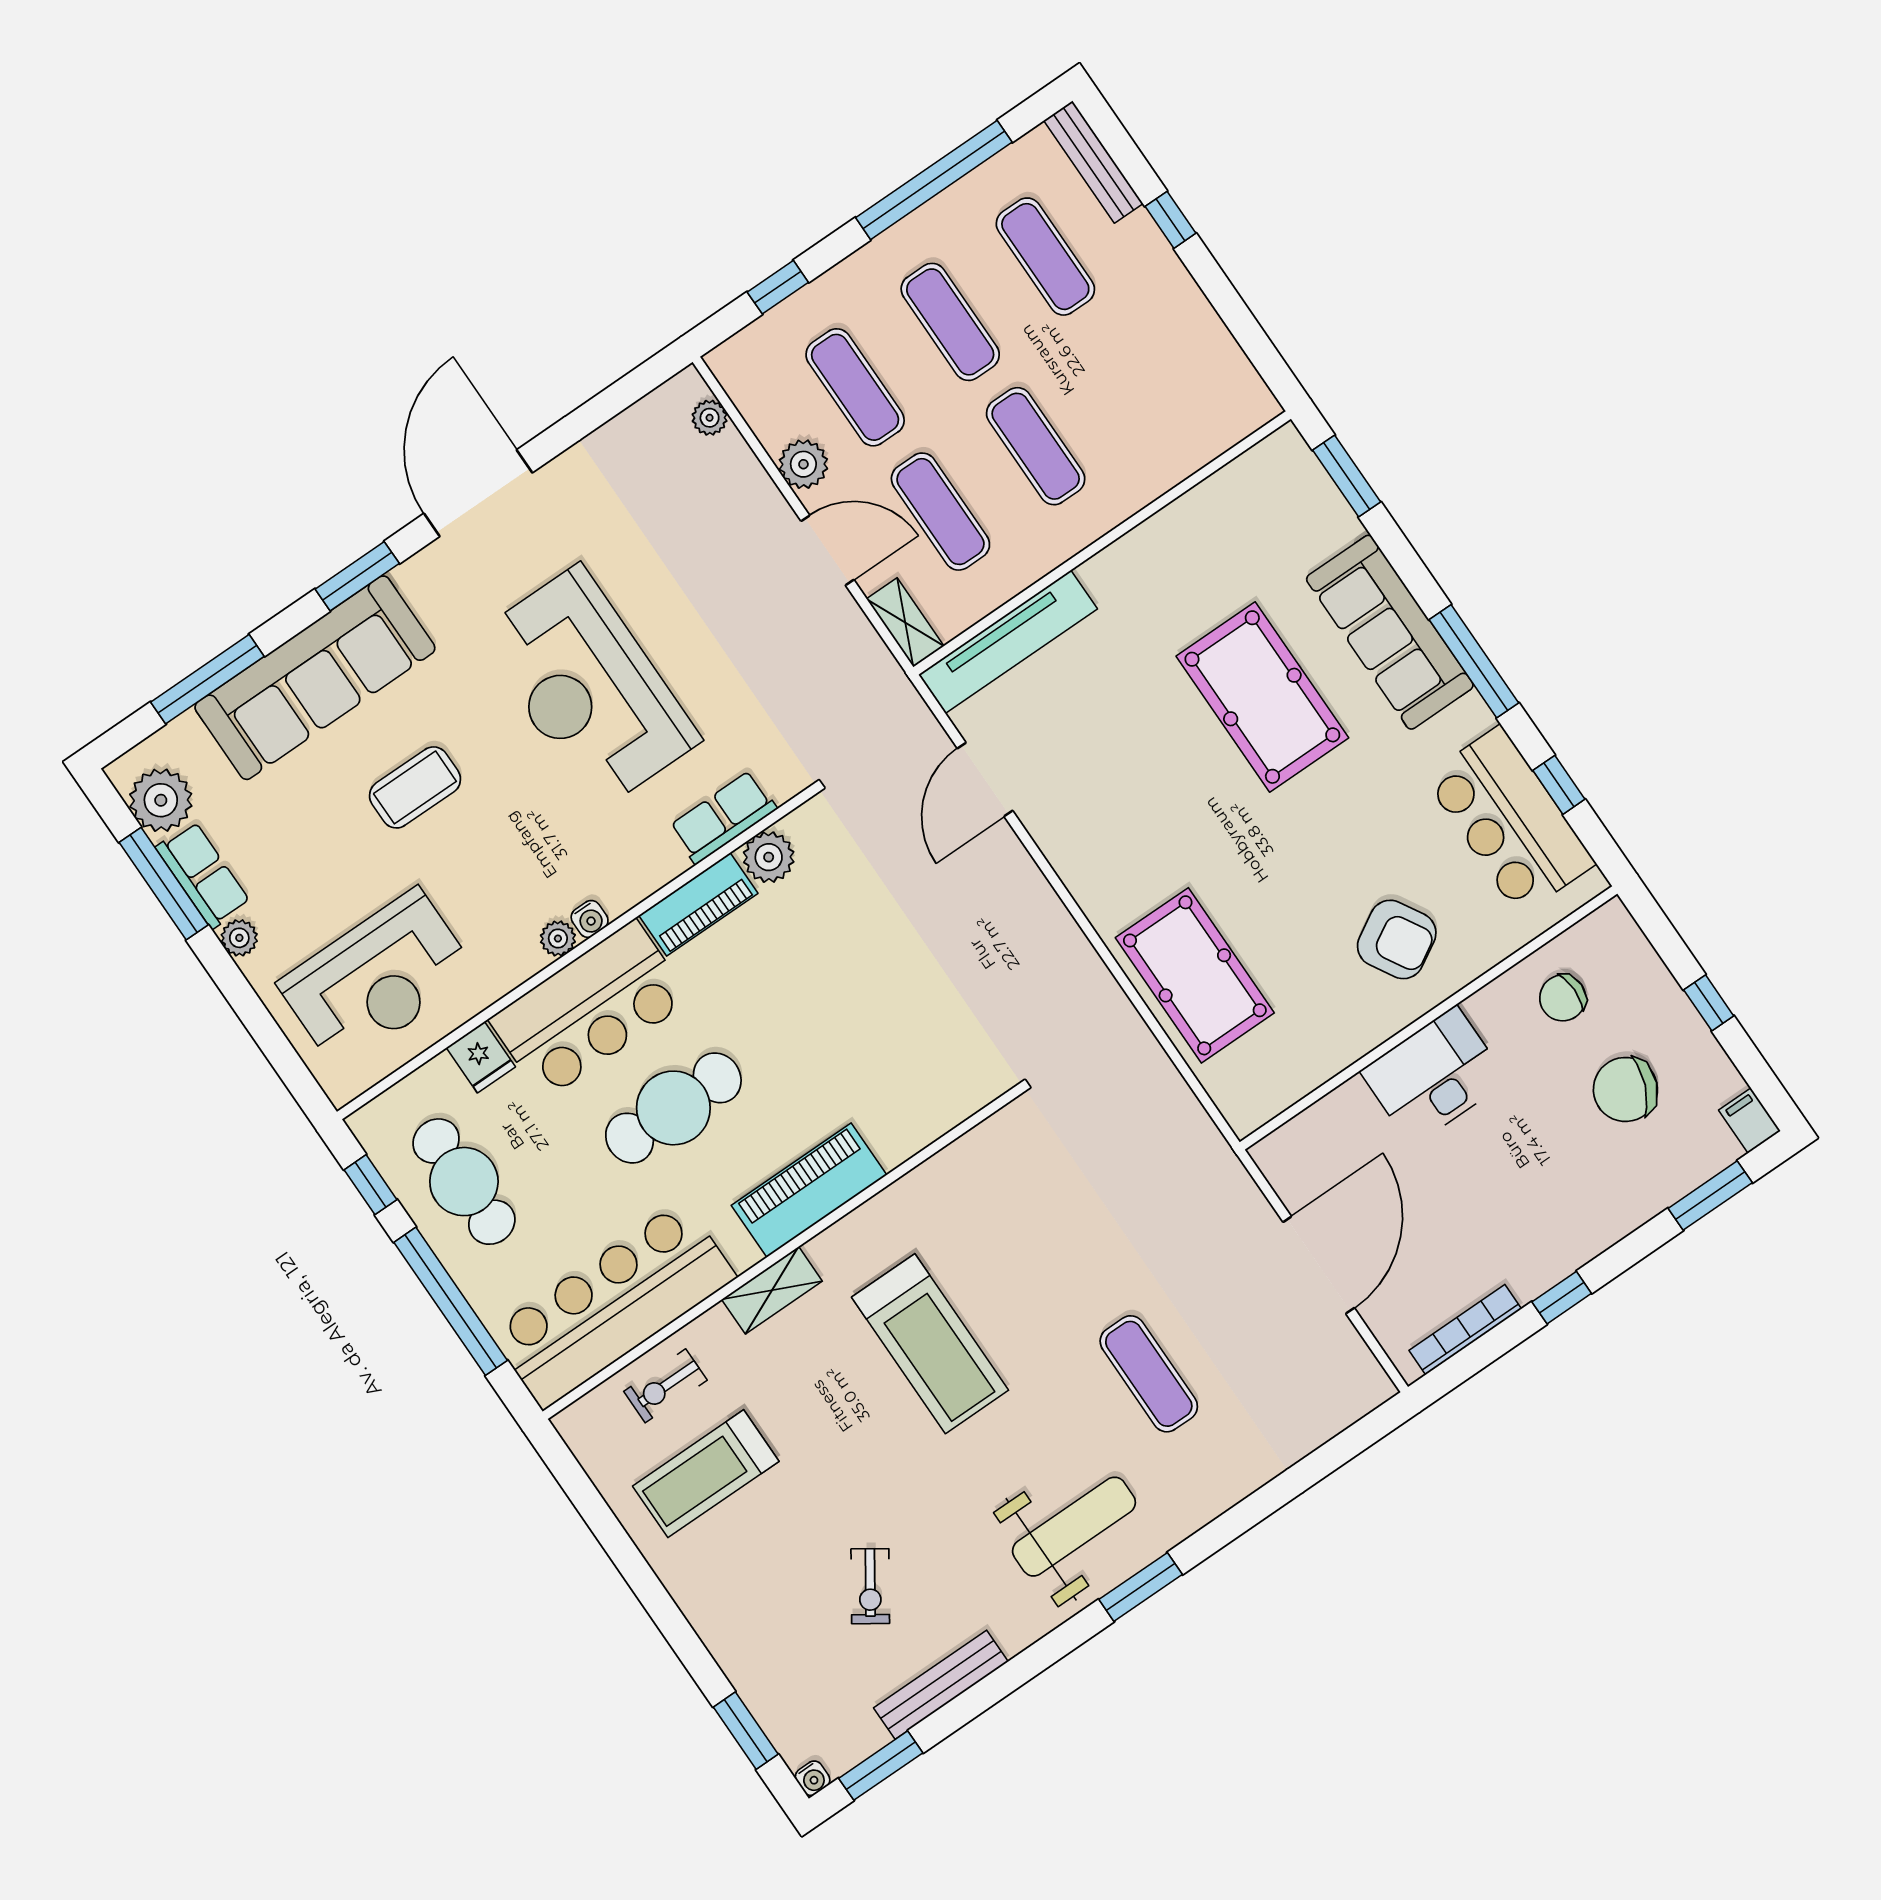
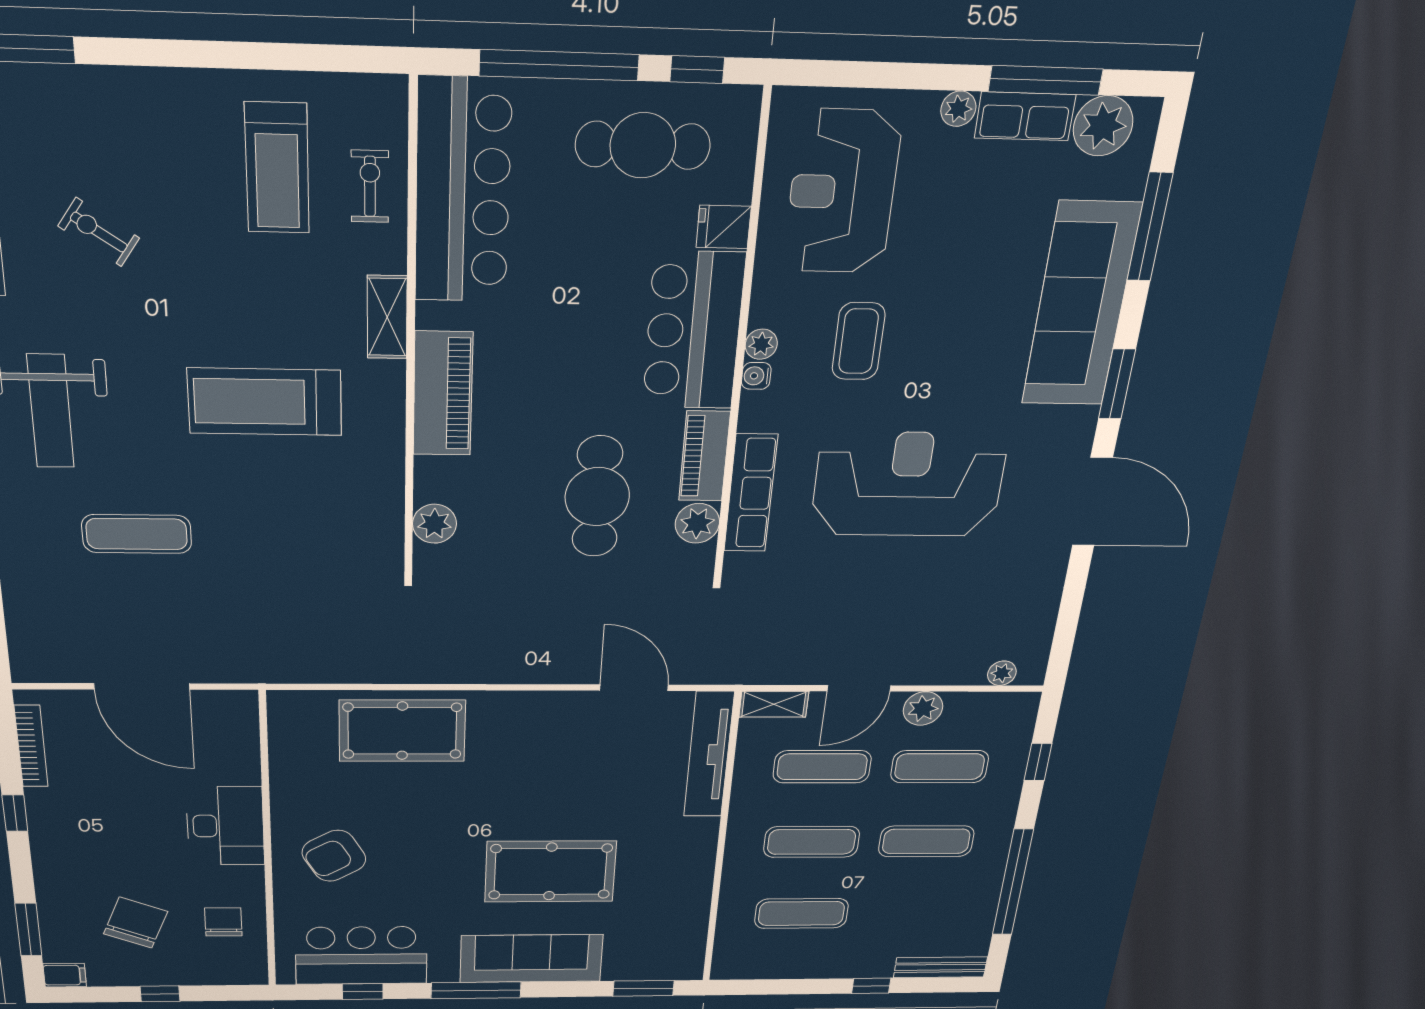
exercise mat: (1045, 257) -> (801, 913), moved
coffee table: (415, 787) -> (859, 341), moved
row of seats: (723, 817) -> (751, 493), width x1.48
plant: (944, 1105) -> (435, 524), added
cafe table: (673, 1108) -> (597, 497), moved
treadmill: (706, 1474) -> (277, 168), turned 180

